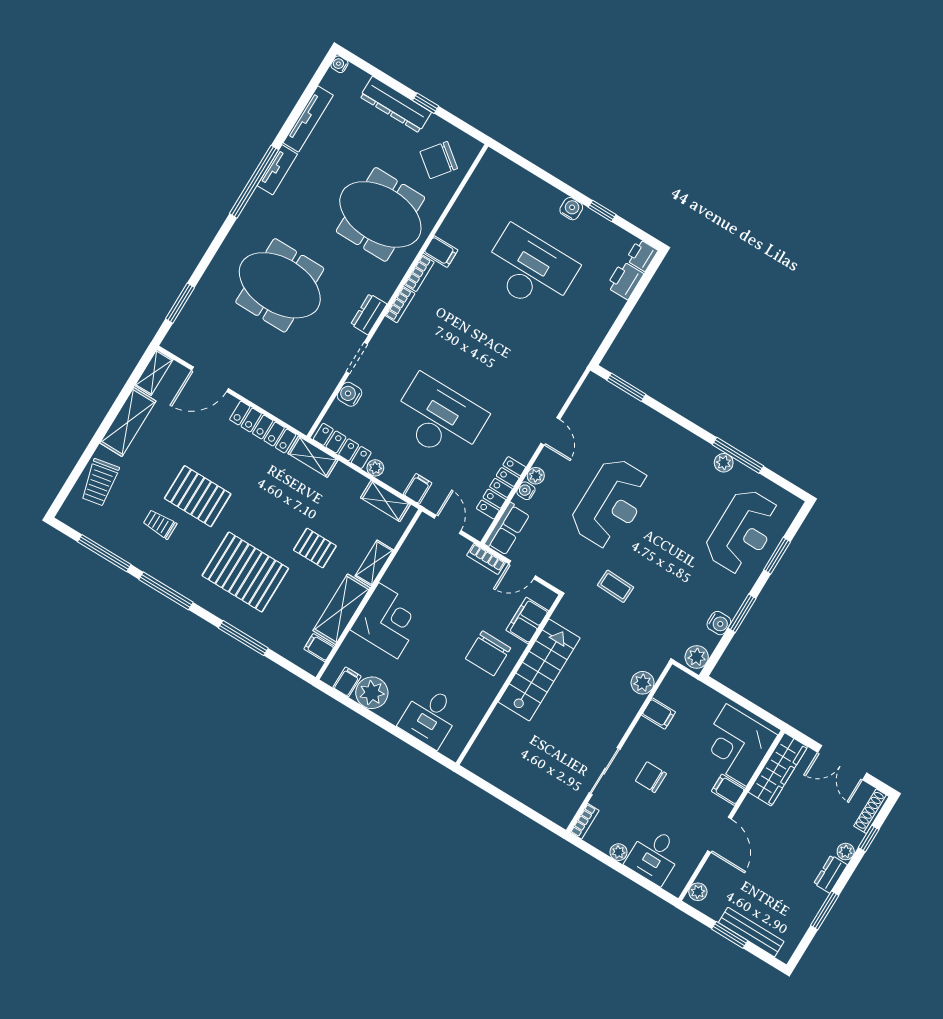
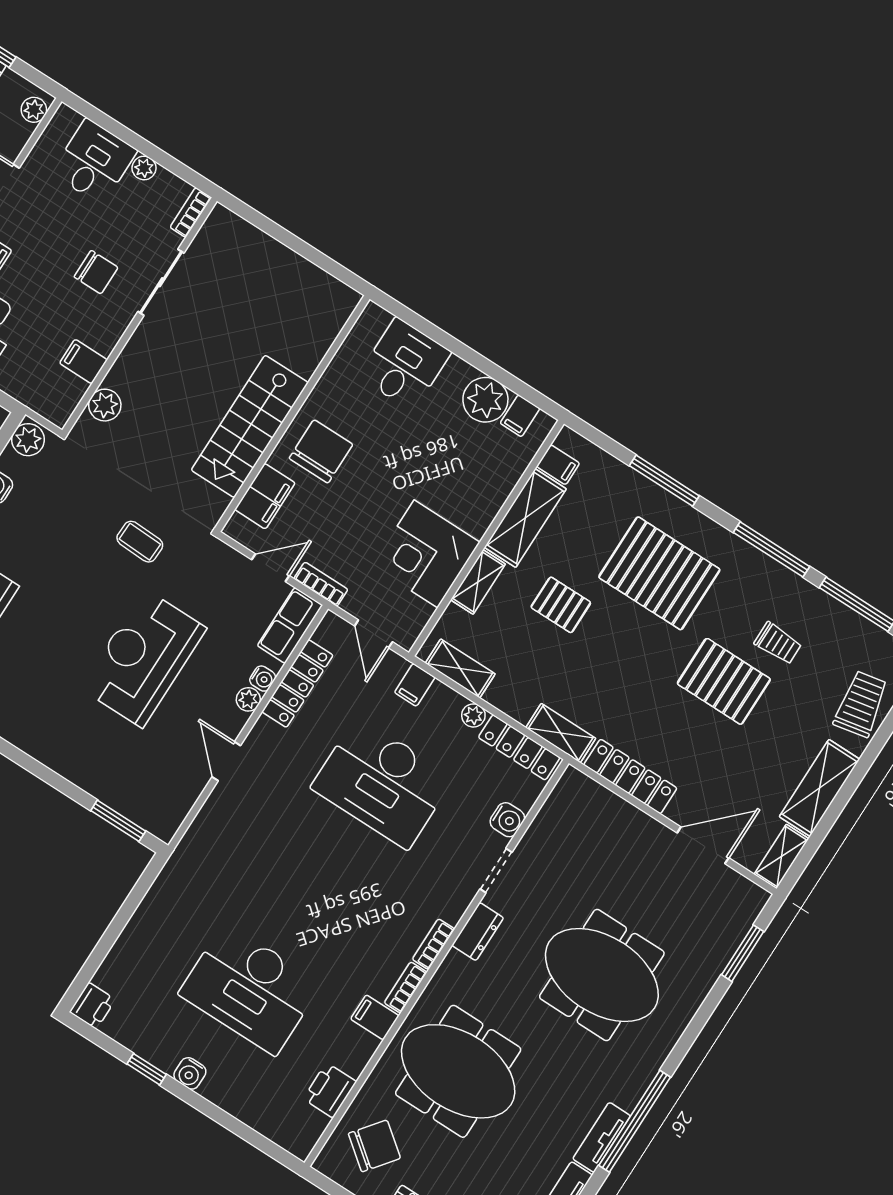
printer: (625, 280) -> (330, 1090), moved, turned 180
corner desk: (388, 621) -> (426, 554), moved

